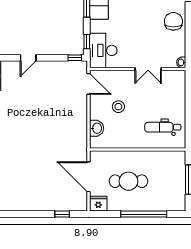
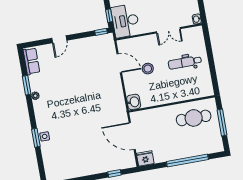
door: (89, 84) -> (119, 63), moved
dental chair: (163, 127) -> (185, 62), moved
washbasin: (97, 128) -> (134, 102), moved
cafe table: (128, 181) -> (194, 118), moved

